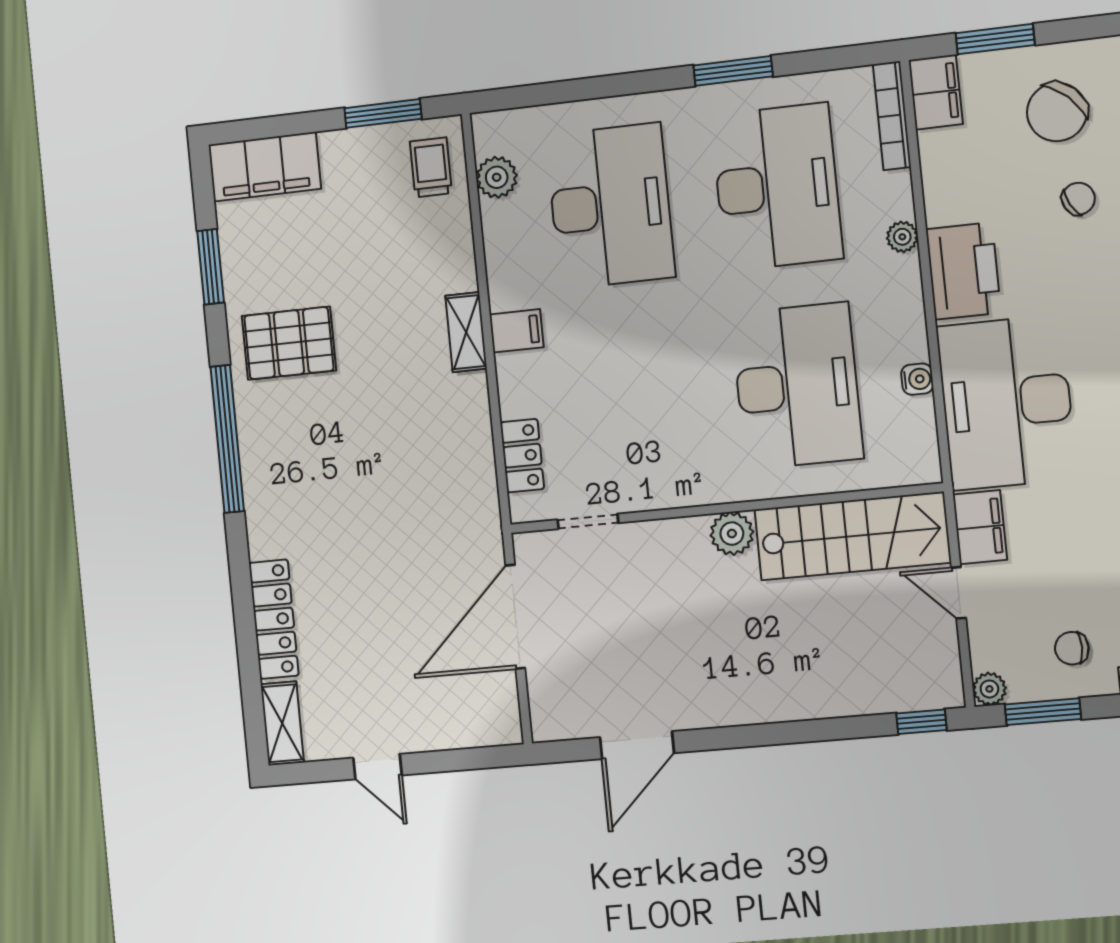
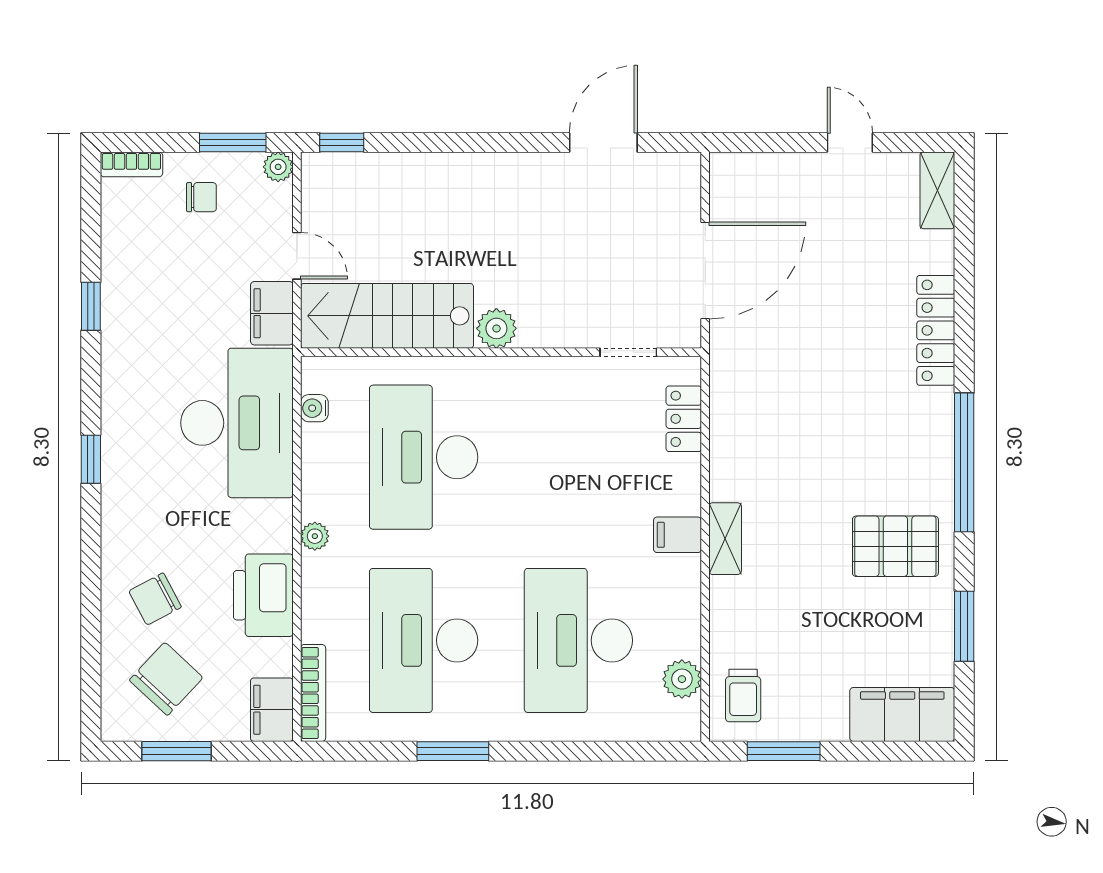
window: (995, 39) -> (176, 751), moved
chair: (1078, 199) -> (155, 599), width x1.37, depth x1.37
plant: (902, 237) -> (315, 536), moved
printer: (963, 271) -> (263, 595), moved
water cooler: (917, 379) -> (314, 408), moved
locker: (274, 619) -> (936, 330), moved

